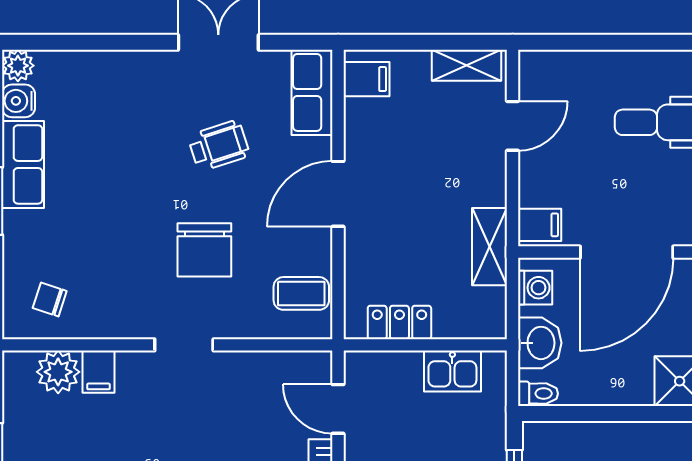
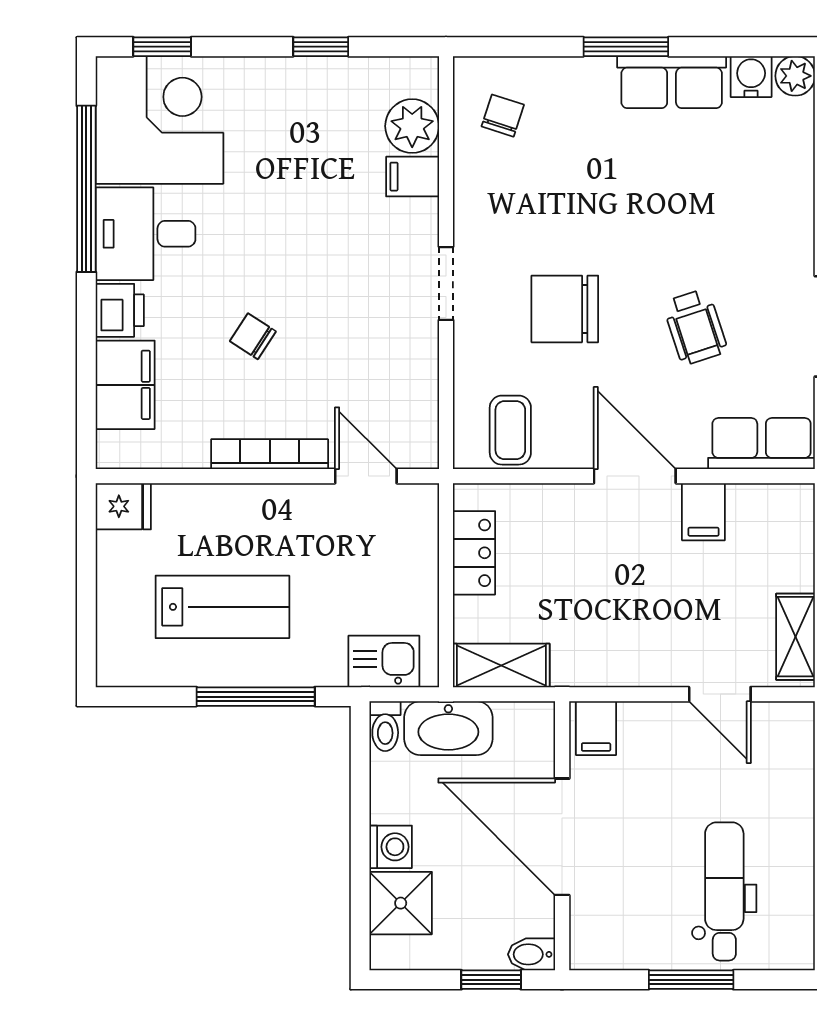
filing cabinet: (367, 79) -> (703, 512), moved
shelving: (490, 247) -> (501, 666), moved
washing machine: (535, 288) -> (391, 847), moved, turned -90
washbasin: (540, 343) -> (448, 728), width x1.38
kitchen sink: (452, 371) -> (384, 661), moved, turned 90
door: (338, 409) -> (366, 476), hinge flipped

